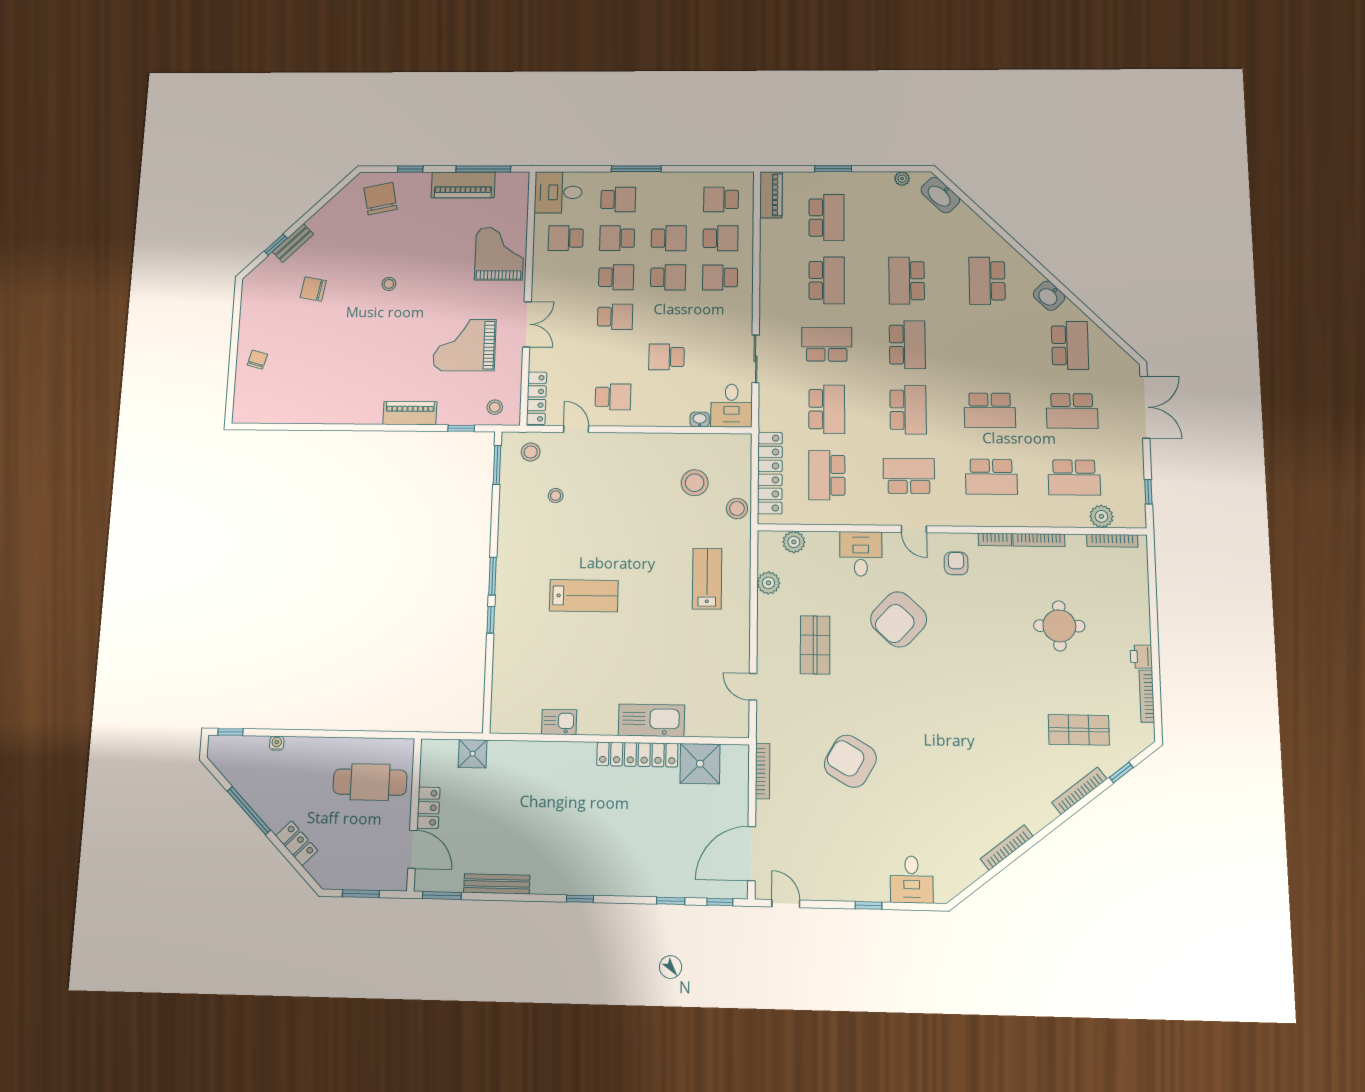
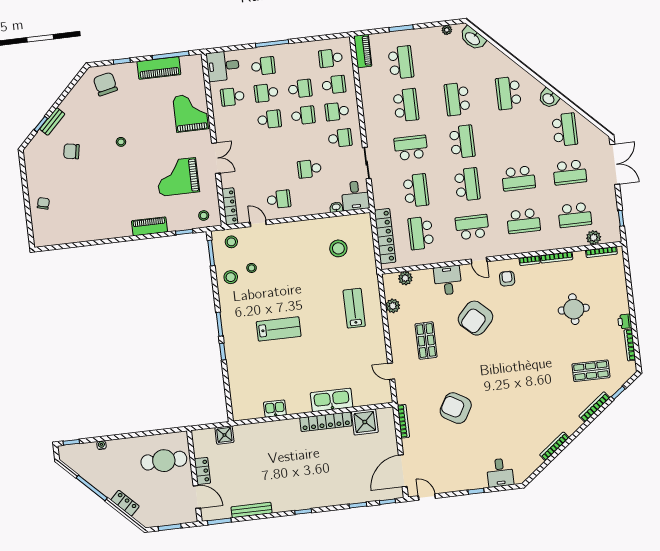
school desk: (615, 317) -> (340, 138), moved
stool: (737, 509) -> (231, 277), moved

